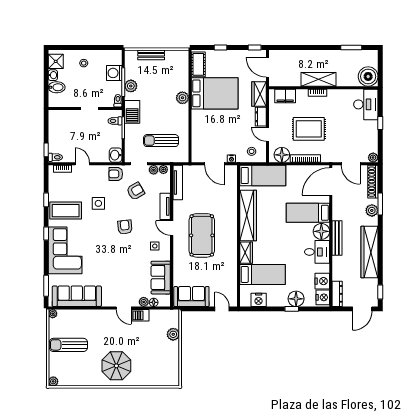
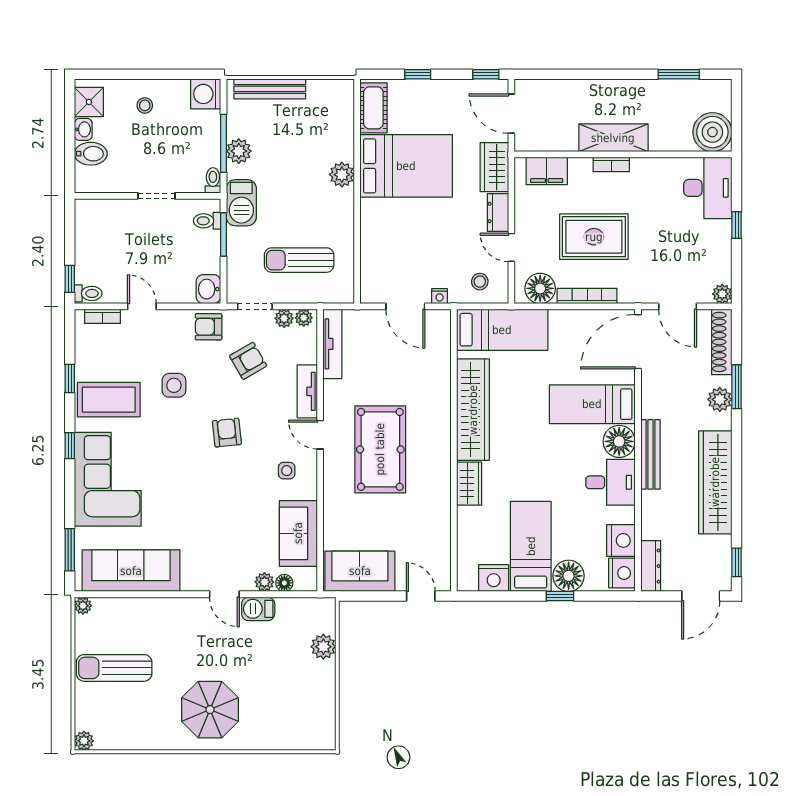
bench: (151, 55) -> (270, 89), width x1.36
washing machine: (114, 73) -> (206, 94), moved
bed: (263, 274) -> (531, 546), moved, turned -90

